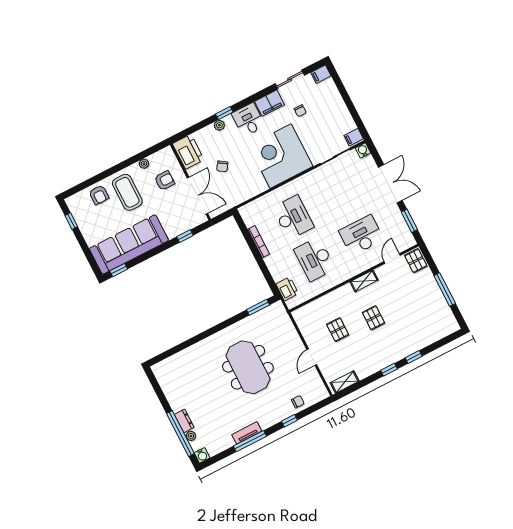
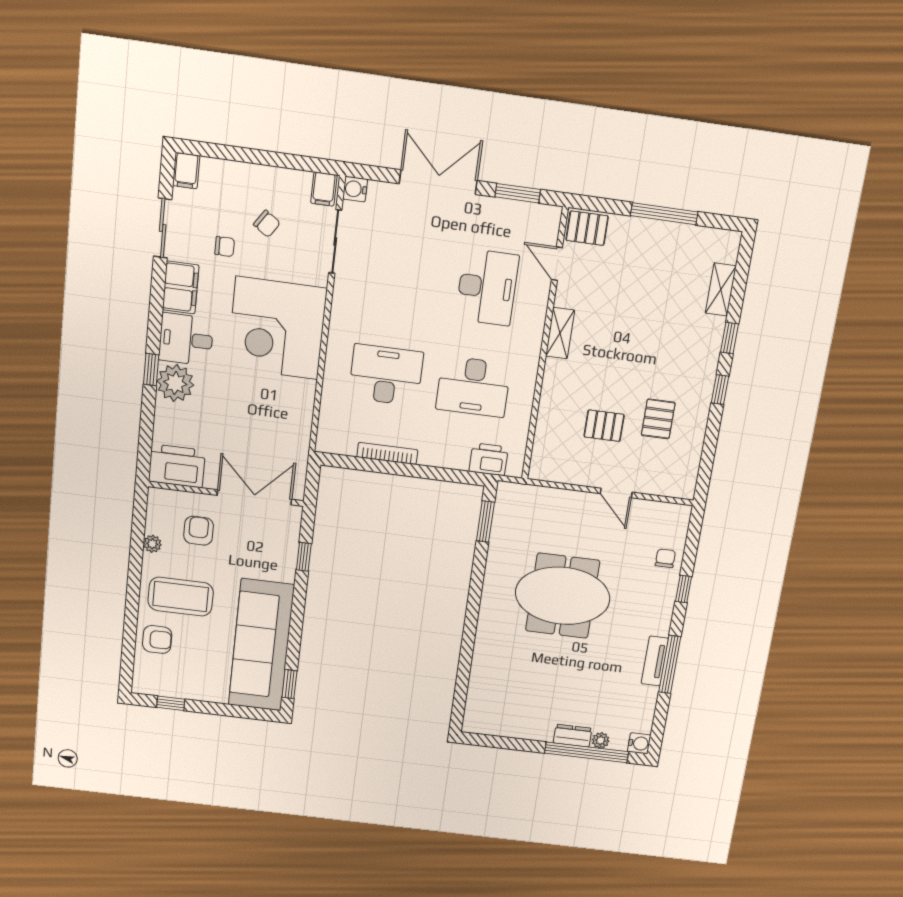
plant: (219, 125) -> (175, 383), width x1.87, depth x1.87
chair: (222, 166) -> (267, 224), moved
desk: (361, 235) -> (487, 287), turned 180
pallet: (373, 318) -> (658, 419), moved, turned 90
shelving: (345, 382) -> (721, 289), moved

